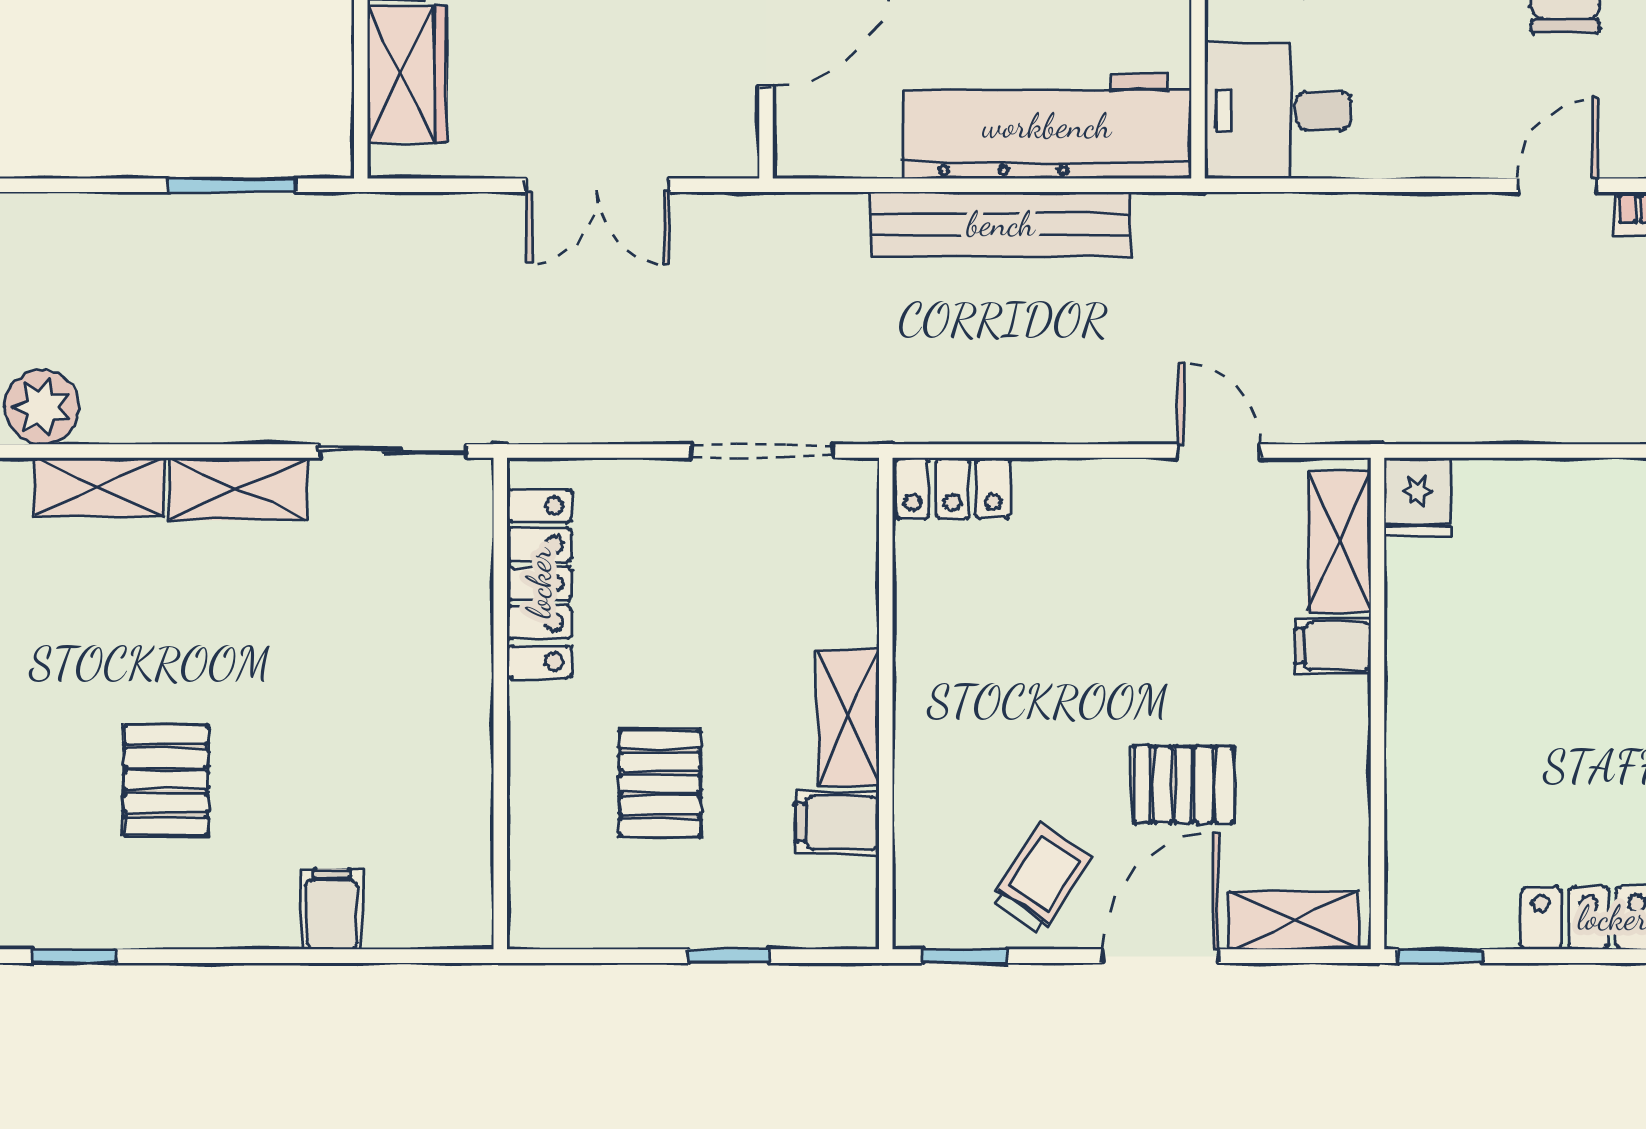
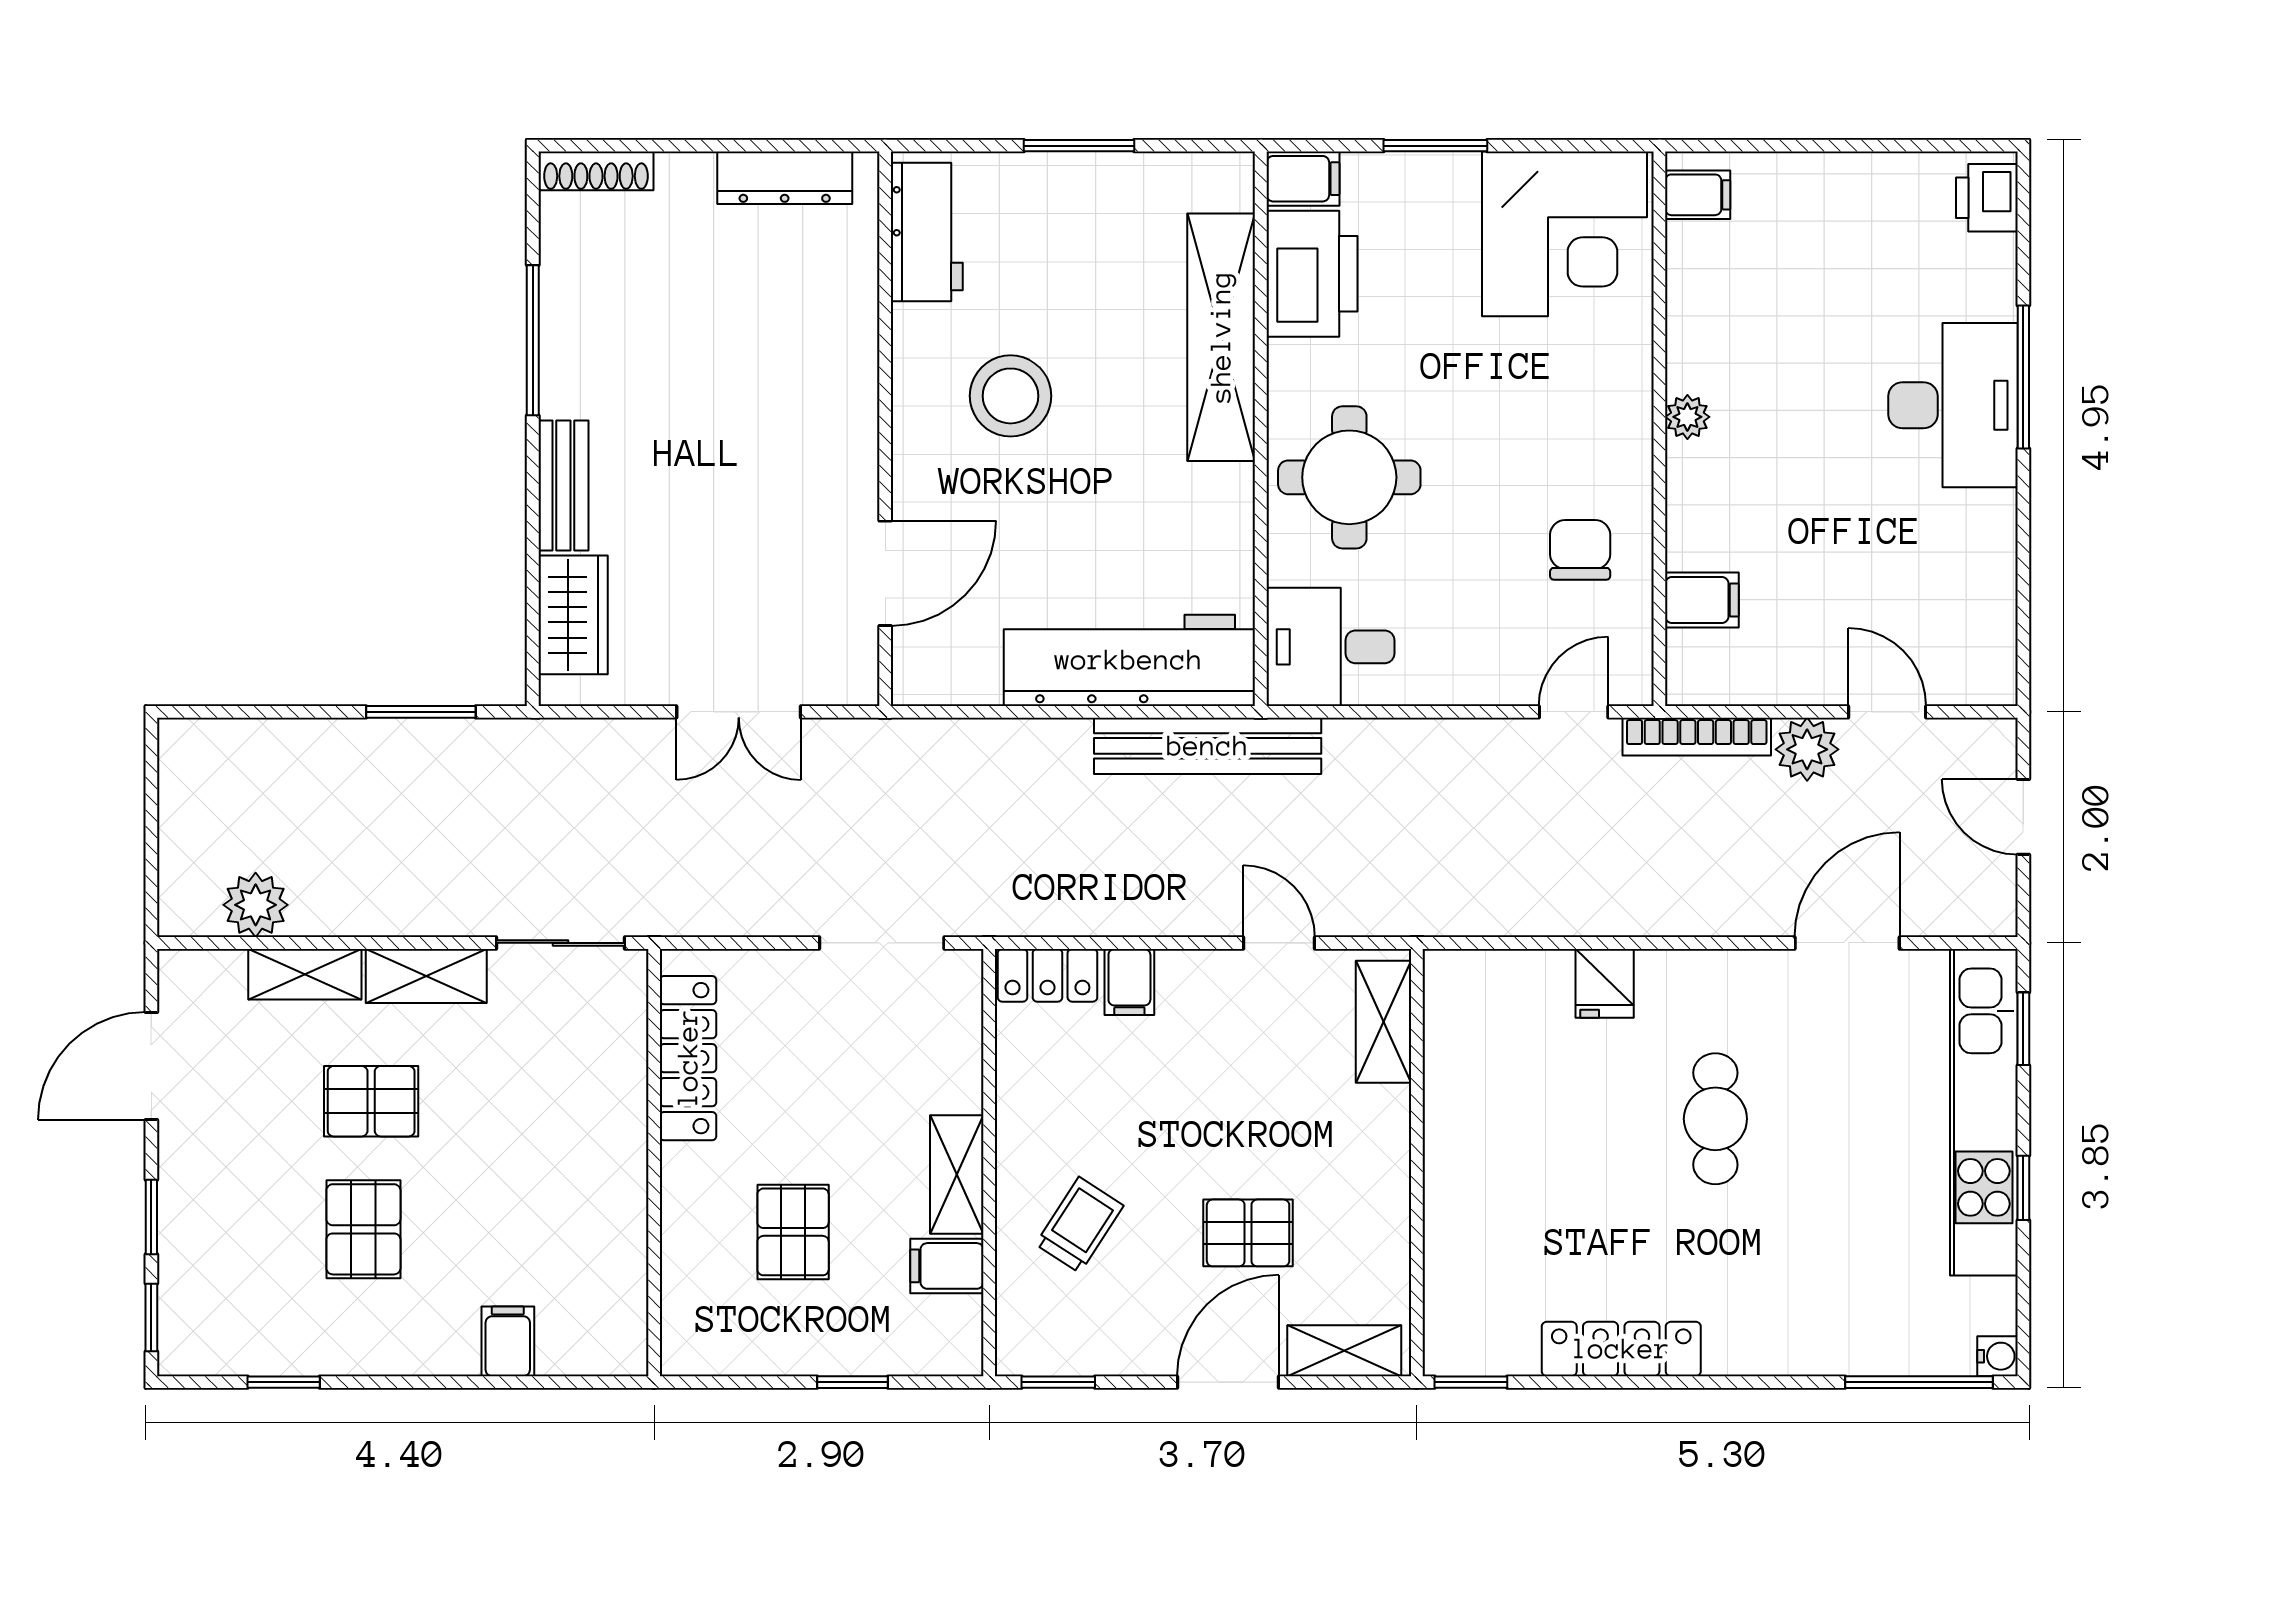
bench: (1001, 224) -> (1208, 746), moved
fridge: (1417, 497) -> (1605, 983), moved
pallet: (175, 633) -> (371, 1101), added
filing cabinet: (1333, 646) -> (1129, 982), moved, turned -90
trolley: (1041, 879) -> (1079, 1225), moved

